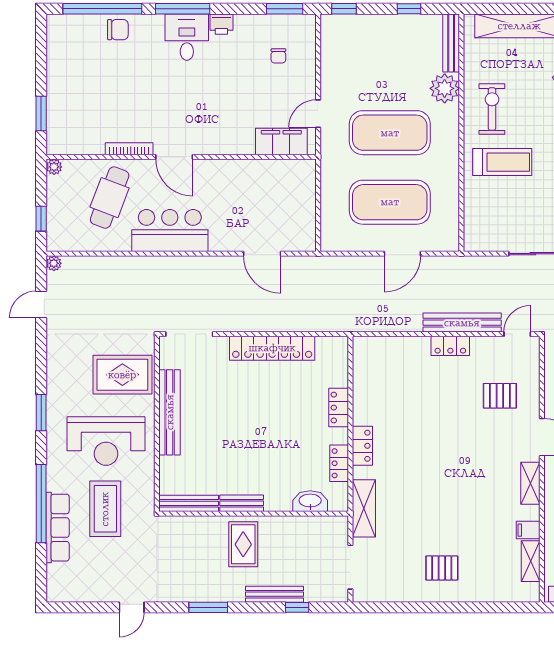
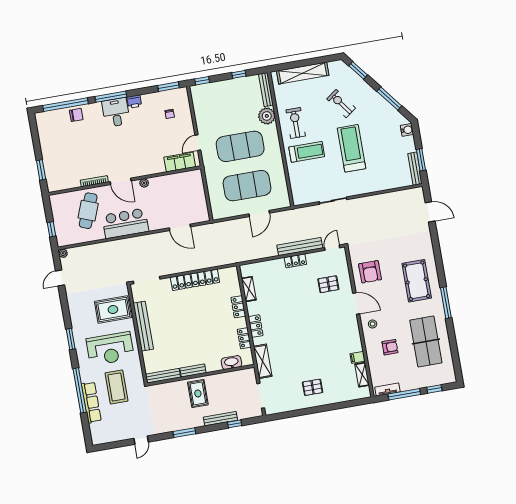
plant: (54, 167) -> (144, 183), moved
shelving: (530, 483) -> (249, 289), moved

